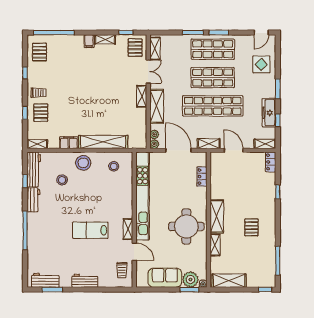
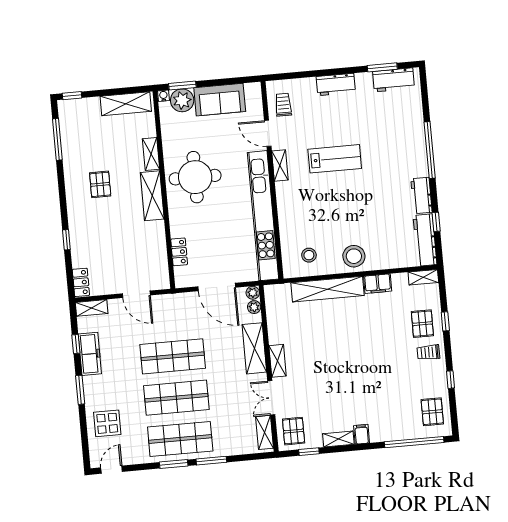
shop shelf: (213, 106) -> (173, 356), width x0.71
shelving: (209, 144) -> (174, 301), removed
stool: (62, 180) -> (382, 228), removed

